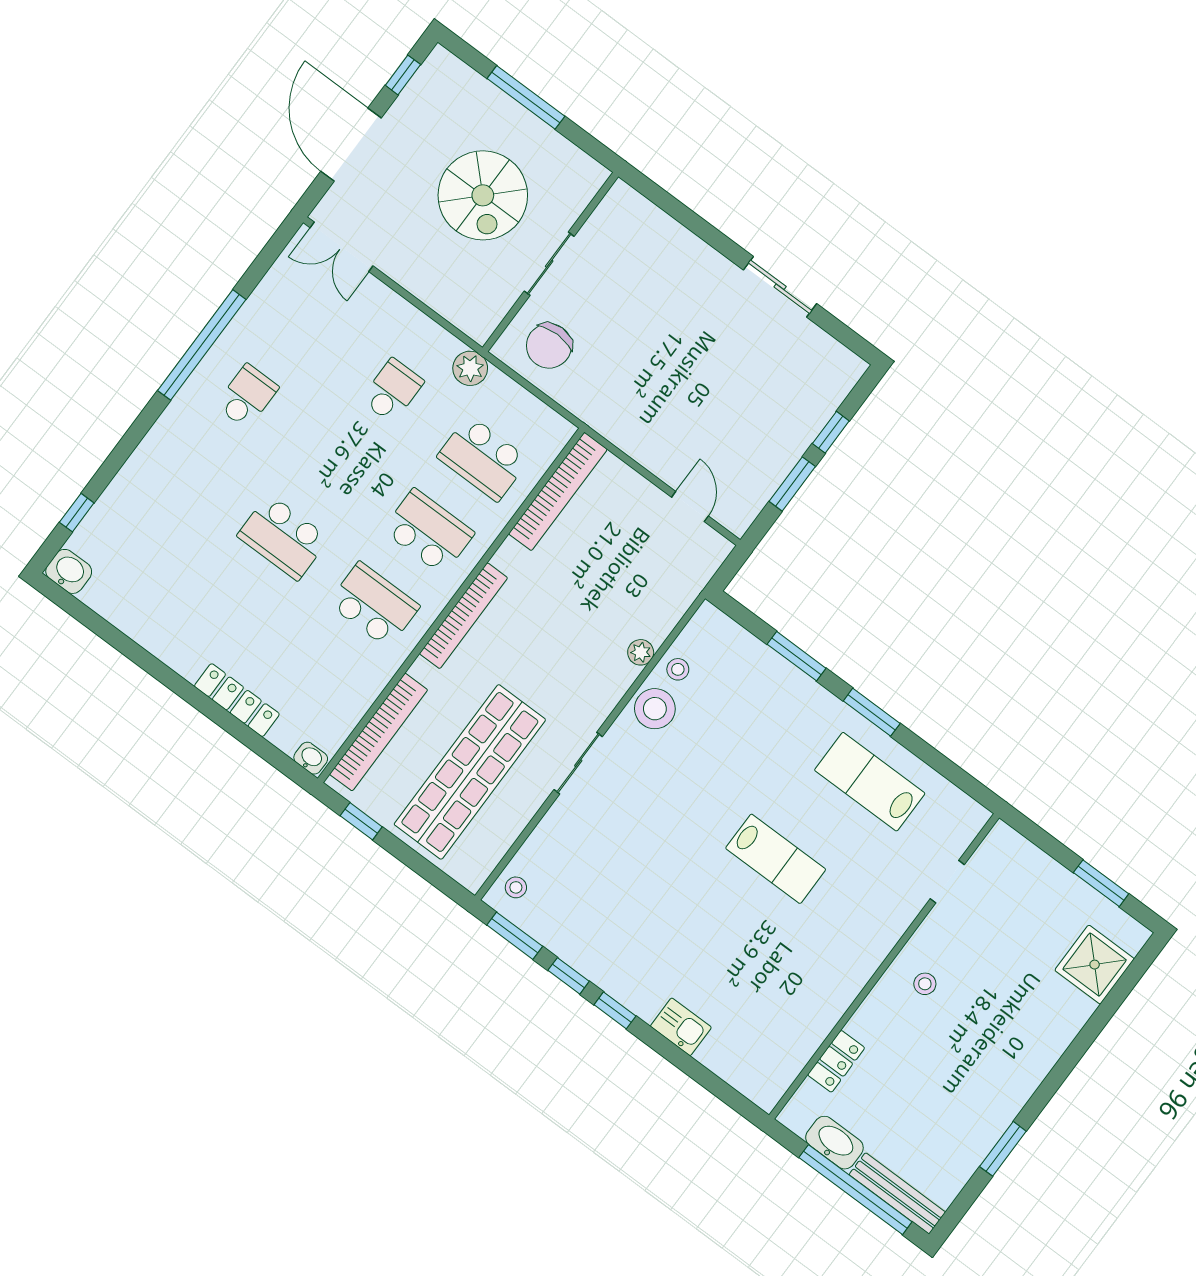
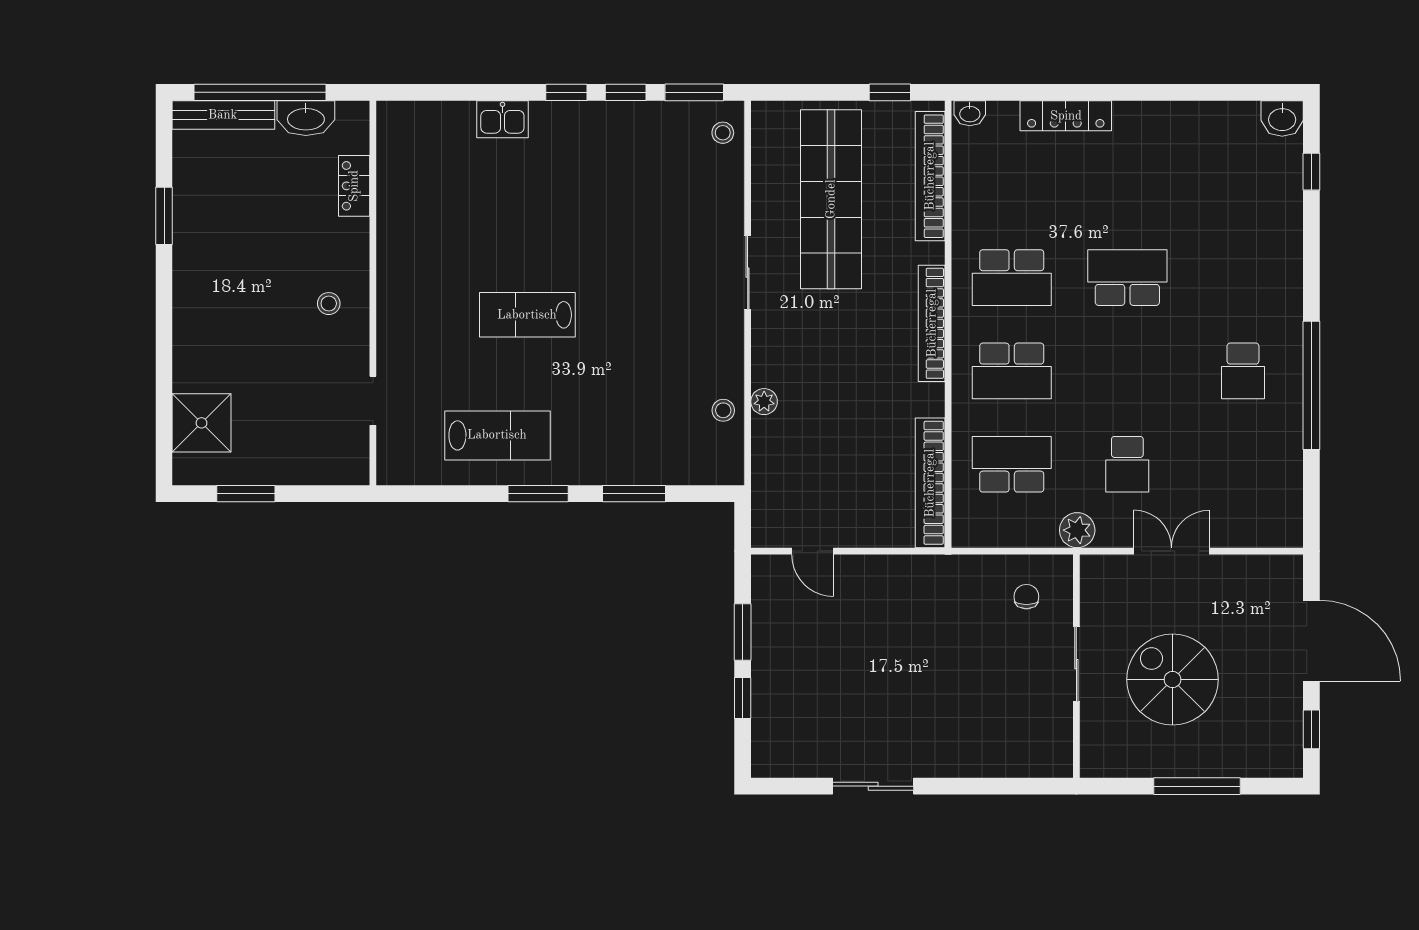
double door: (341, 247) -> (1172, 551), moved
chair: (549, 346) -> (1026, 597), width x0.54, depth x0.54
stool: (655, 709) -> (718, 364), removed

